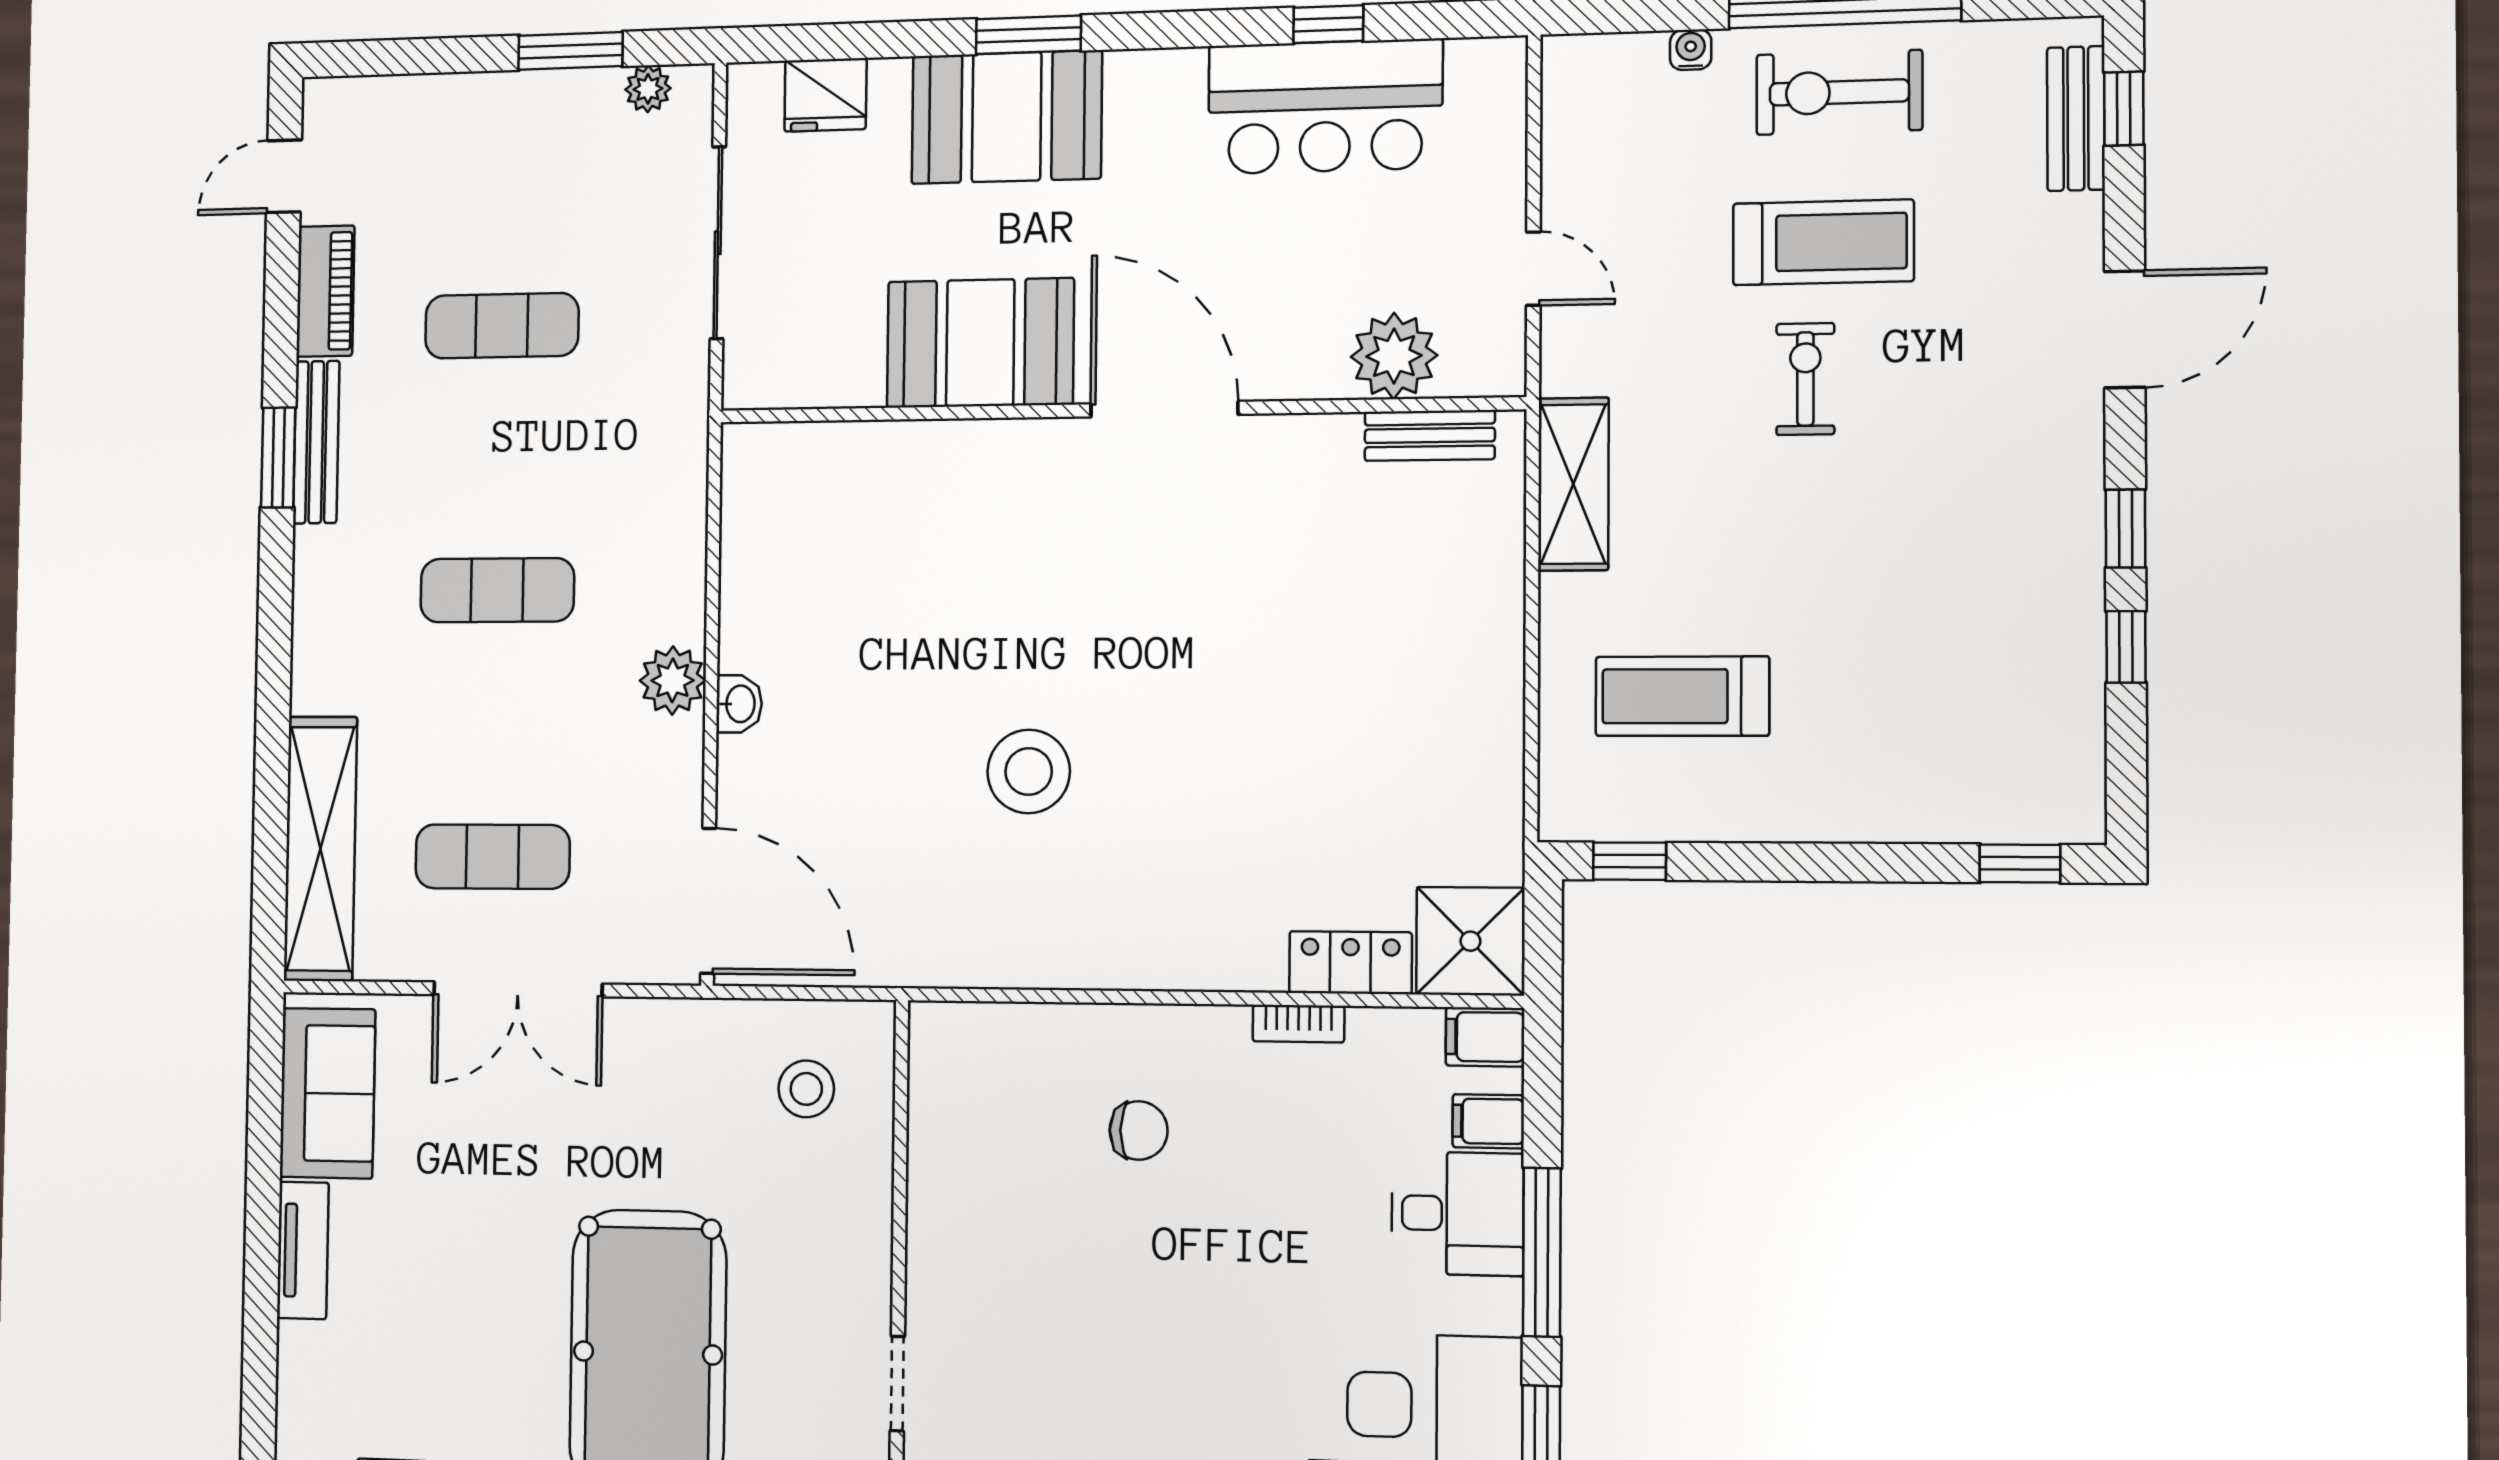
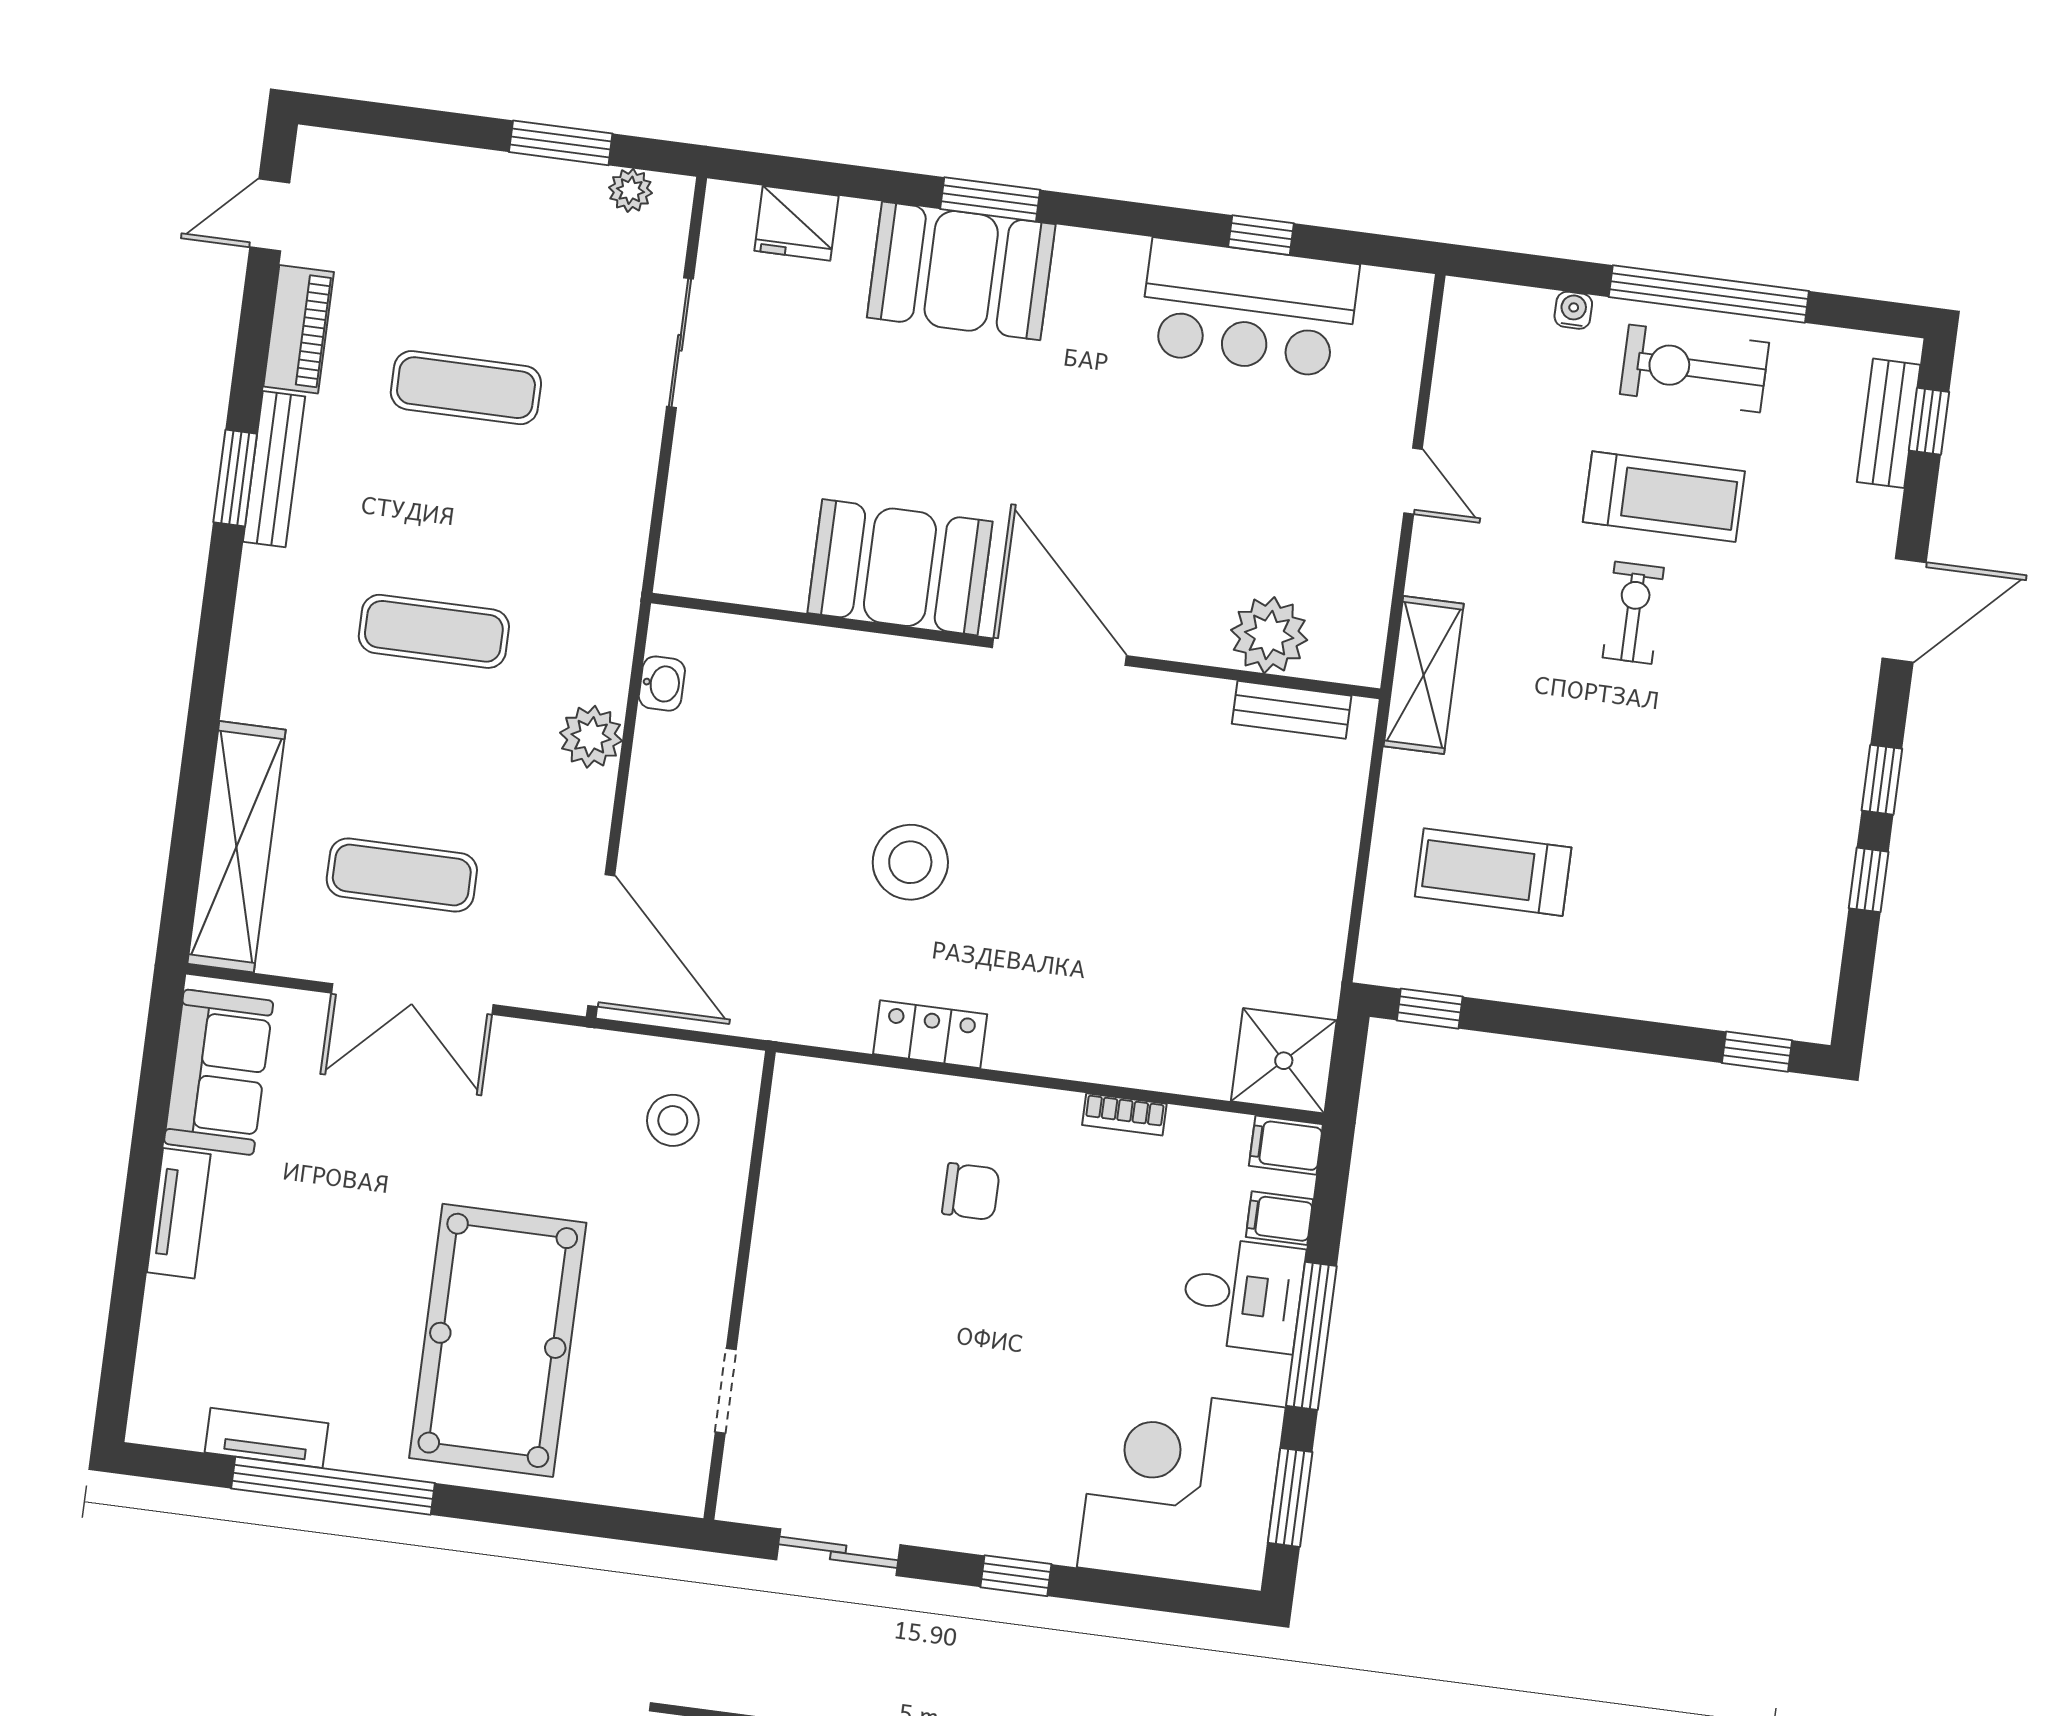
sliding door: (718, 243) -> (680, 343), width x0.73
booth: (980, 343) -> (900, 567), moved
plant: (1394, 356) -> (1269, 635), moved
door: (1164, 409) -> (1059, 652), moved
wall: (1116, 410) -> (1016, 646), moved
bench: (1430, 435) -> (1292, 710), moved
washbasin: (739, 704) -> (662, 684), moved
locker: (1350, 963) -> (930, 1034), moved

